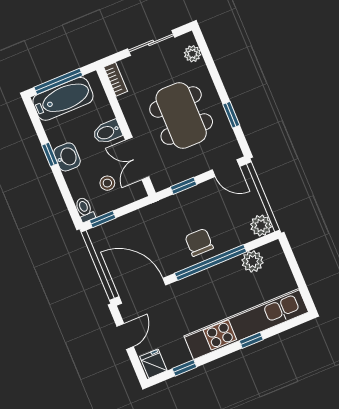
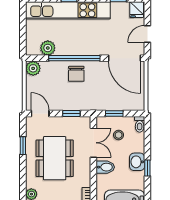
window: (103, 219) -> (114, 113), moved

